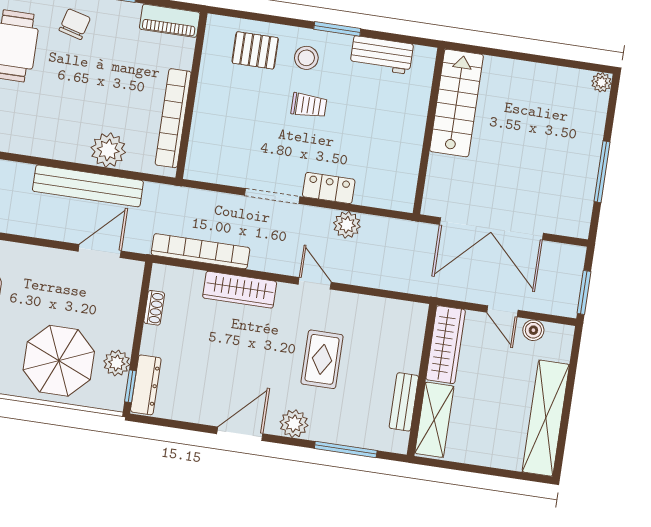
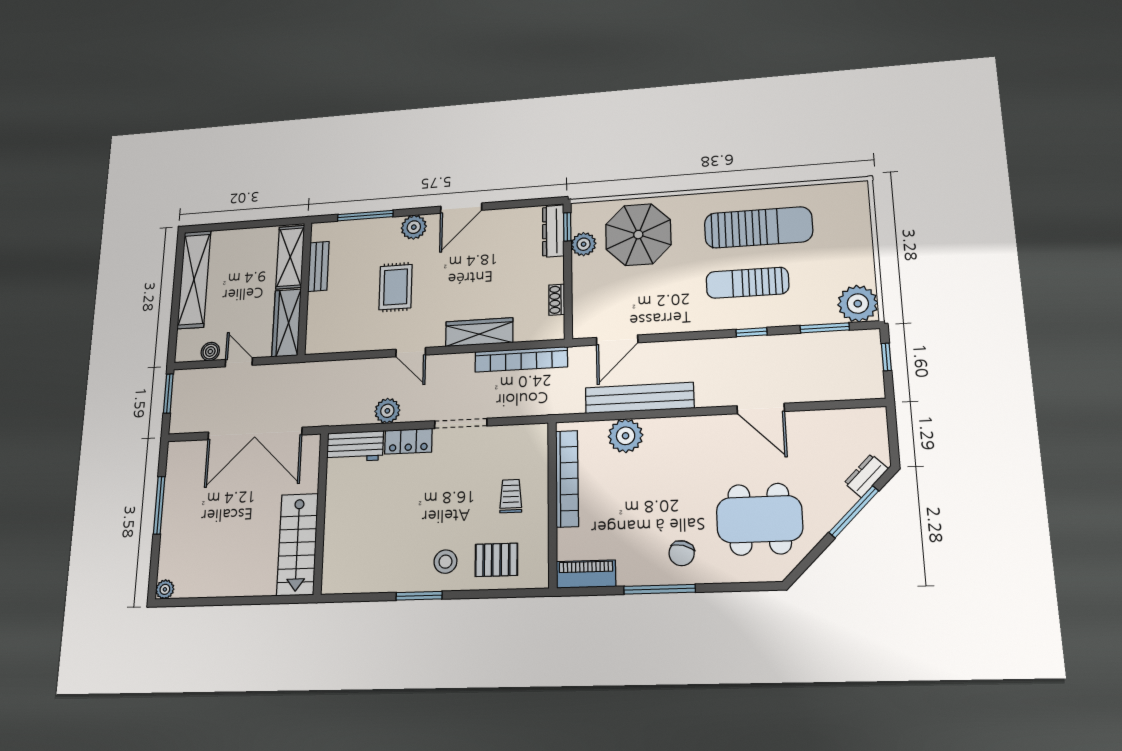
workbench: (382, 55) -> (355, 447), moved, turned 180
trolley: (309, 105) -> (511, 496), moved, turned 90
double door: (491, 229) -> (255, 434), swing flipped

